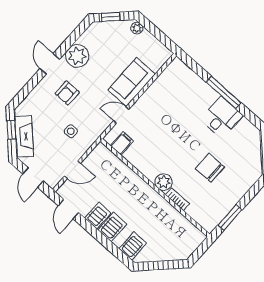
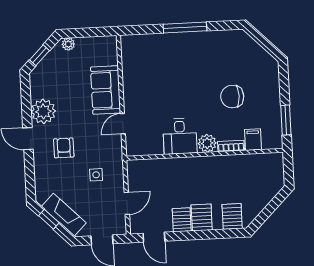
armchair: (67, 93) -> (64, 148), turned 180
desk: (222, 117) -> (180, 136), moved, turned 180
filing cabinet: (122, 143) -> (253, 140), moved

